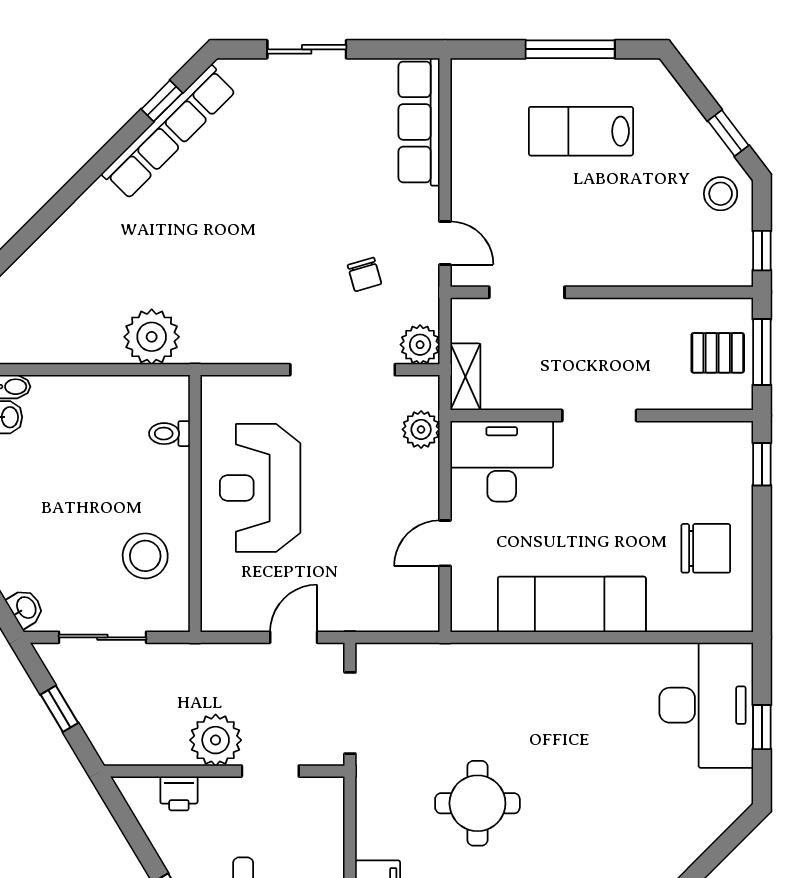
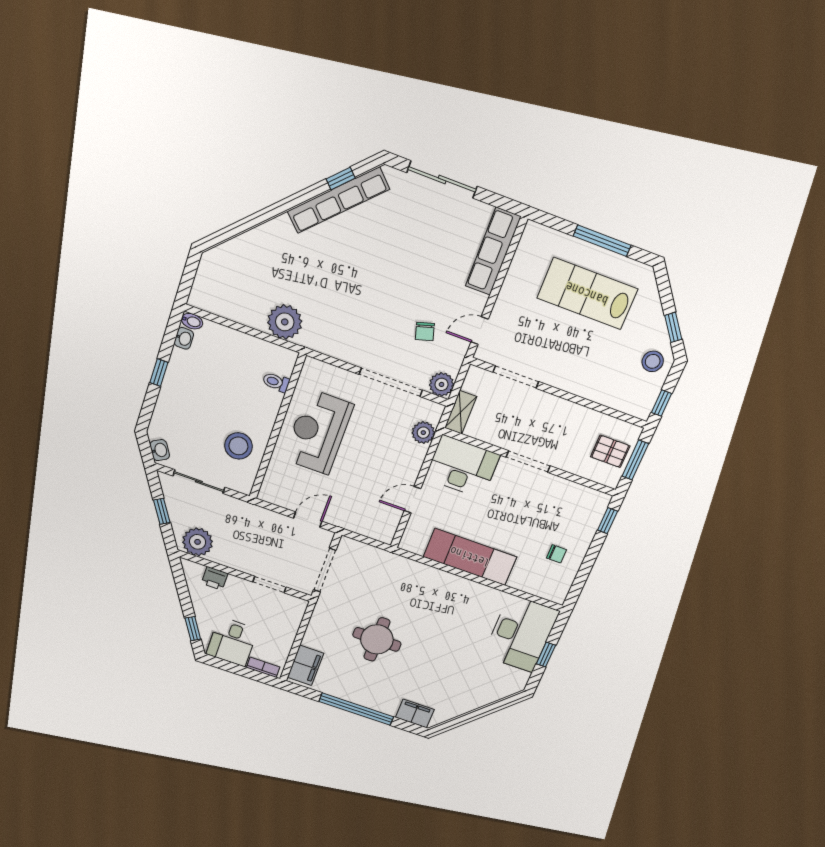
sliding door: (307, 49) -> (442, 179), width x1.37
lab bench: (581, 131) -> (587, 294), width x1.36, depth x1.39
door: (445, 243) -> (480, 331), swing flipped
chair: (706, 548) -> (556, 554), width x0.54, depth x0.54
plant: (216, 740) -> (198, 542), moved

